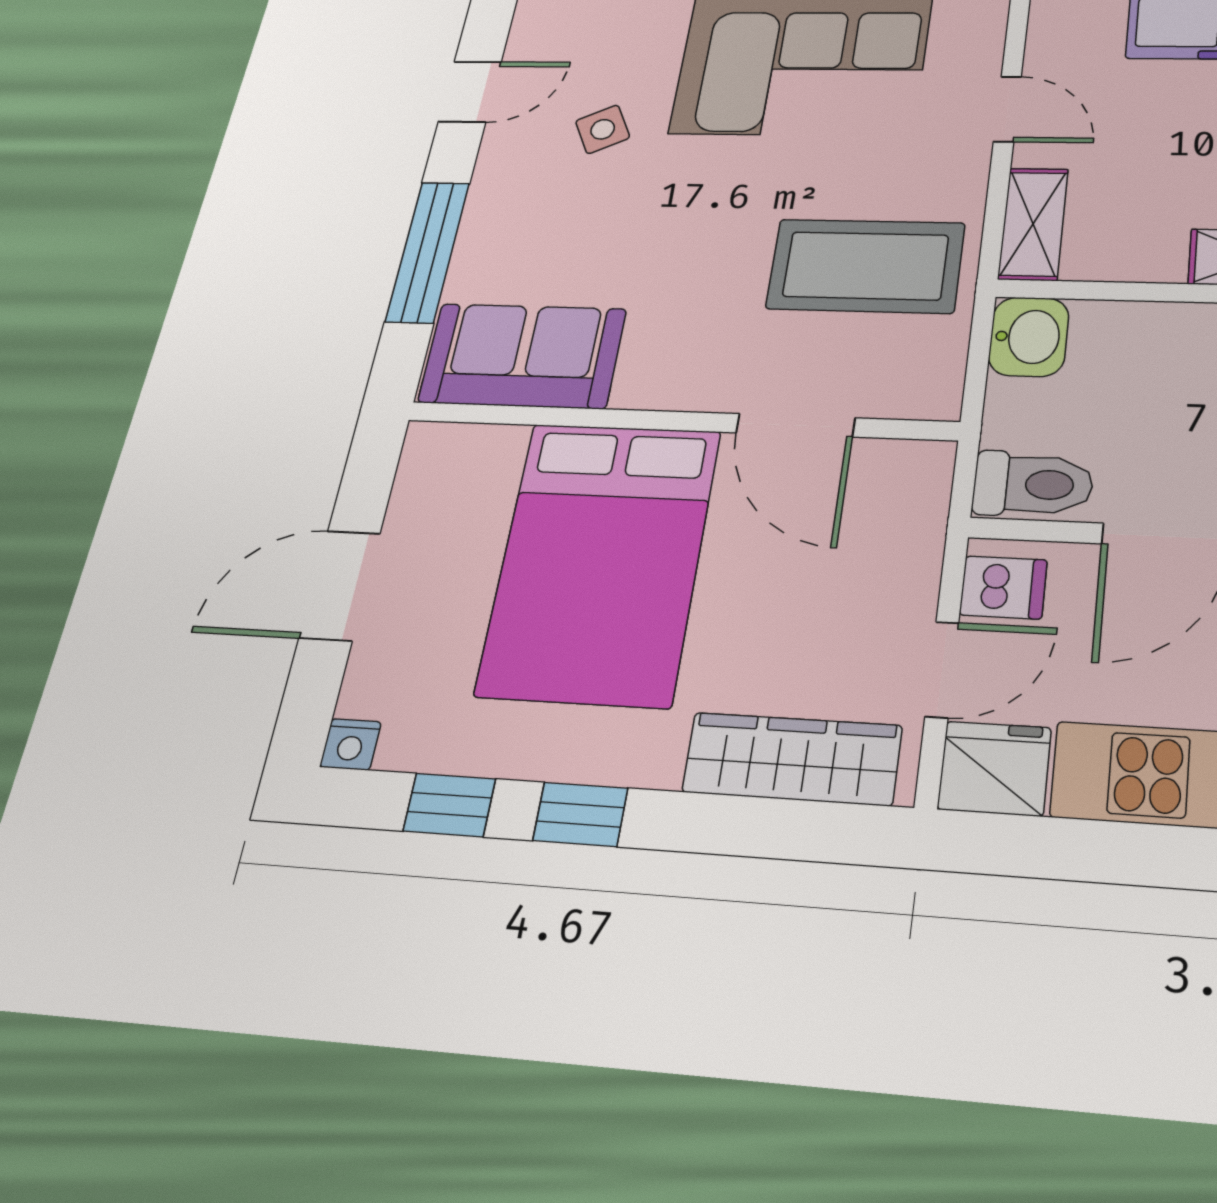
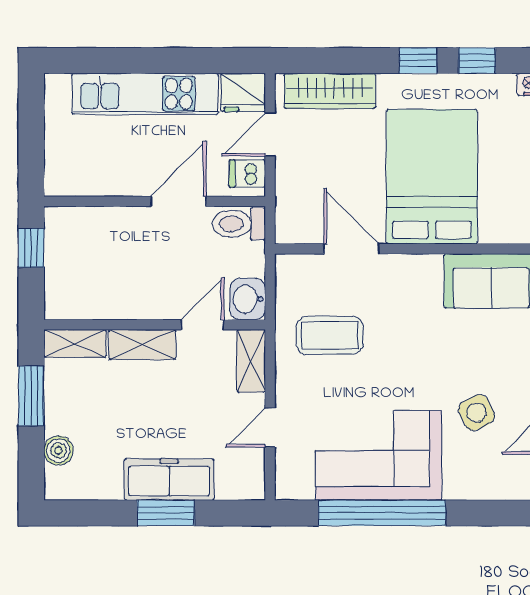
door: (1007, 109) -> (270, 428), hinge flipped
side table: (603, 129) -> (477, 413), width x1.37, depth x1.37
coffee table: (866, 266) -> (330, 335), width x0.73, depth x0.76
door: (1129, 291) -> (203, 325), added

